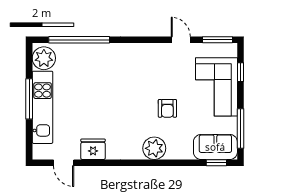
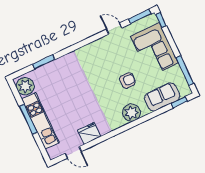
window: (79, 40) -> (44, 62), width x0.47
window: (240, 72) -> (161, 20), moved
armchair: (167, 108) -> (127, 81), turned -90
sofa: (215, 147) -> (162, 97), moved

